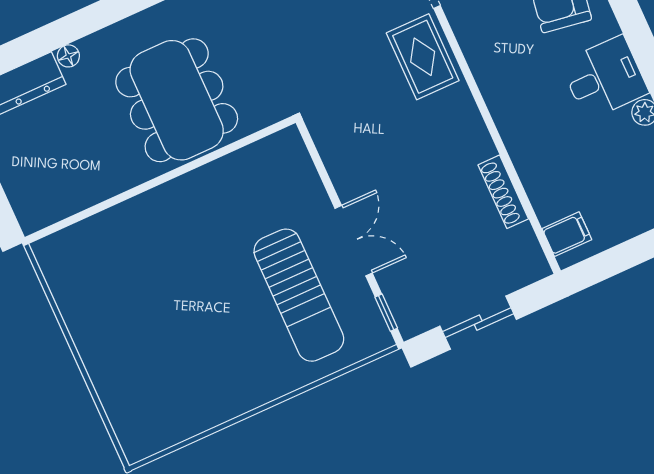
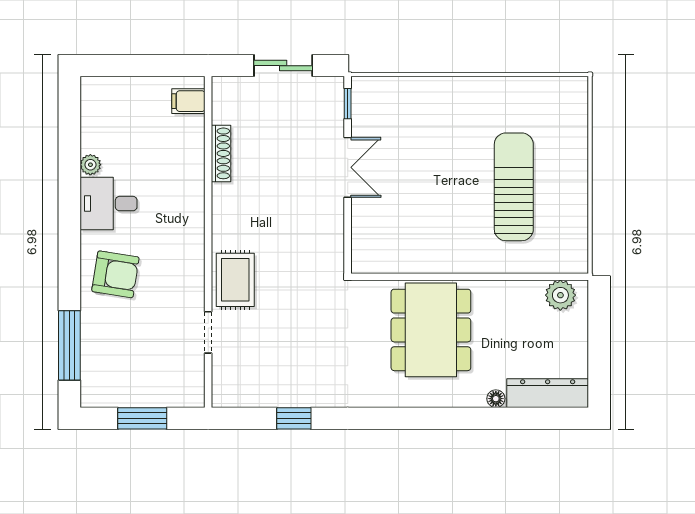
plant: (48, 206) -> (560, 295), added
double door: (354, 241) -> (348, 167), swing flipped
sun lounger: (299, 295) -> (514, 187), moved

